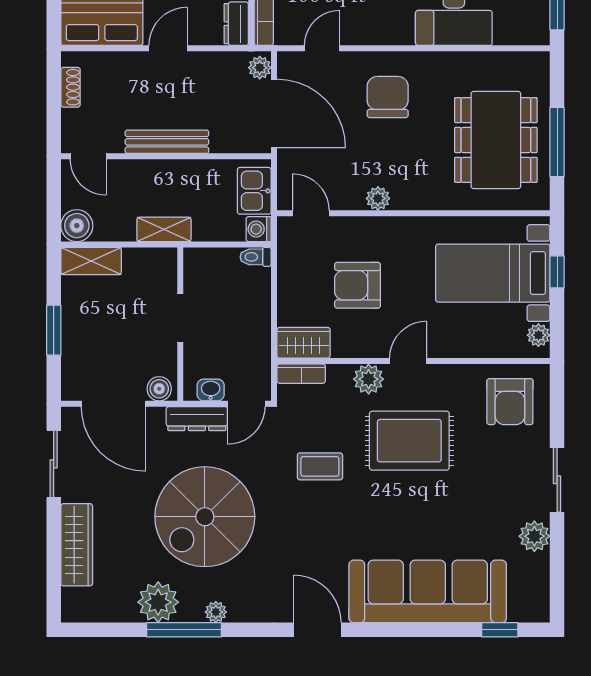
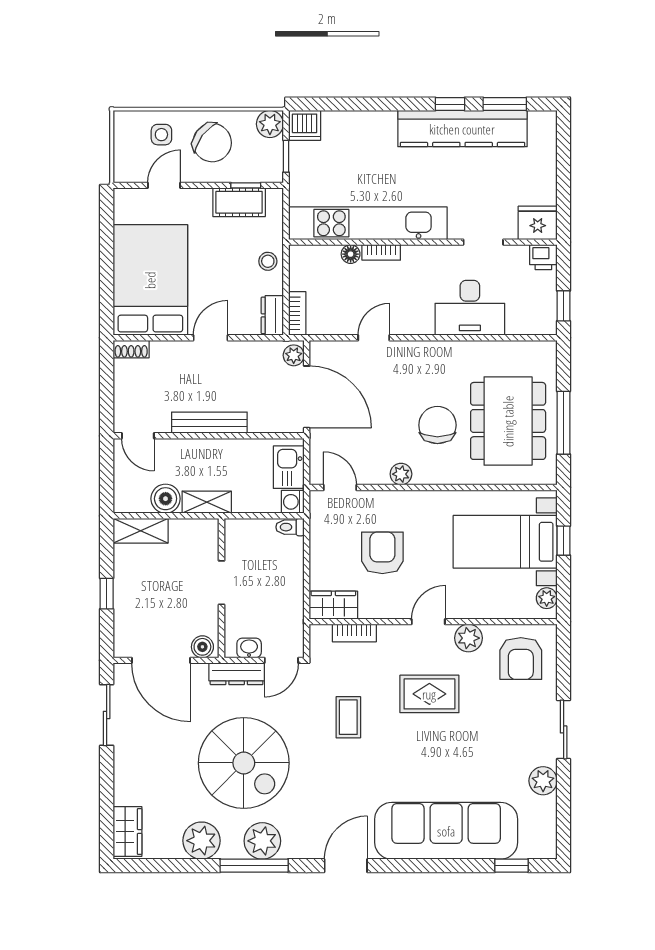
door: (322, 48) -> (374, 338), moved
shoe rack: (70, 87) -> (131, 349), moved, turned 90
chair: (388, 97) -> (437, 425), moved
boiler: (77, 226) -> (166, 499), moved
armchair: (357, 285) -> (382, 553), turned 90
window: (54, 330) -> (107, 594), width x0.67
bookcase: (301, 374) -> (354, 633), moved
plant: (369, 379) -> (468, 638), moved
rug: (409, 441) -> (429, 694), width x0.73, depth x0.70
coffee table: (320, 466) -> (348, 717), turned 90
spiral stairs: (205, 517) -> (244, 763), turned -90
wardrobe: (77, 545) -> (127, 832), moved, width x0.67
plant: (216, 612) -> (262, 841), width x1.88, depth x1.88
window: (184, 630) -> (254, 866), moved
door: (317, 630) -> (346, 866), hinge flipped

